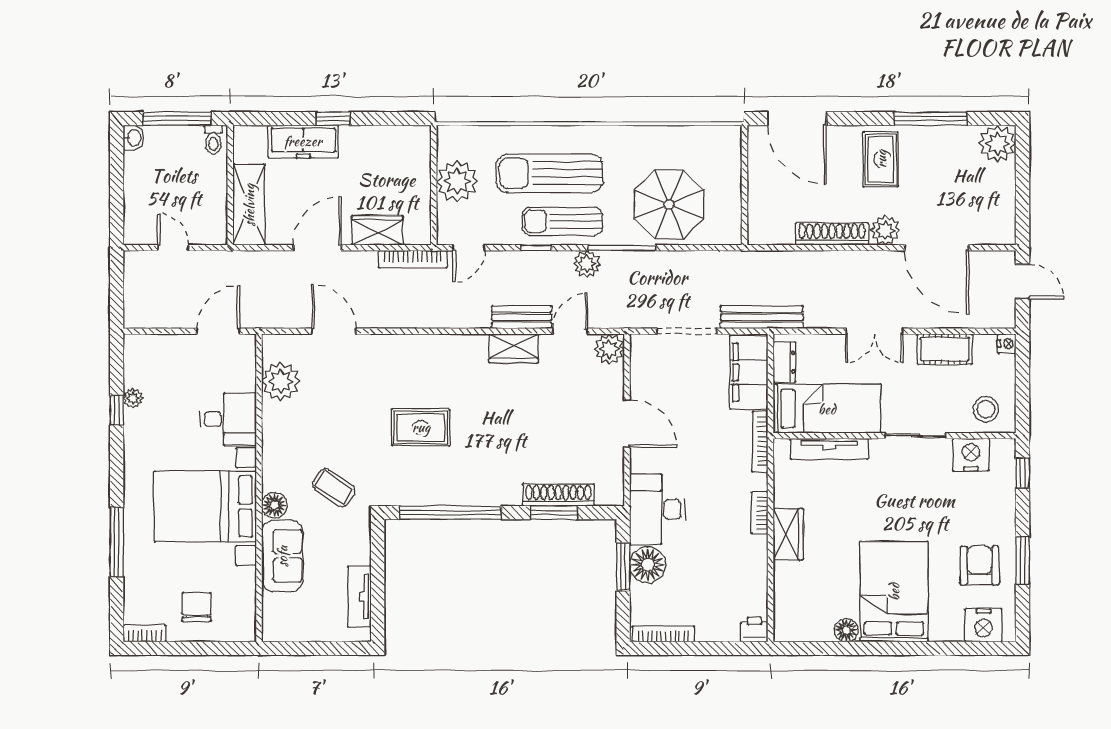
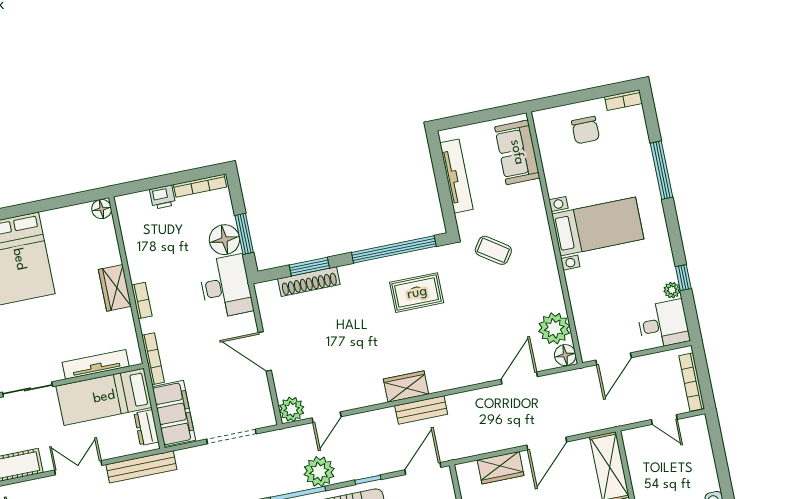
door: (469, 248) -> (423, 469), width x1.38
bookcase: (413, 259) -> (692, 382), moved, turned -90
plant: (587, 264) -> (319, 472), width x1.36, depth x1.36
bench: (522, 317) -> (421, 410), moved
bench: (762, 317) -> (141, 467), moved
door: (334, 331) -> (519, 378), swing flipped
wardrobe: (513, 348) -> (406, 387), moved
desk: (228, 419) -> (663, 324), moved, turned 180
rug: (421, 427) -> (417, 293), moved
floor lamp: (274, 505) -> (565, 355), moved
bed with nightstands: (205, 506) -> (598, 226), width x0.73
sofa: (282, 556) -> (517, 152), moved
tv unit: (359, 597) -> (456, 176), width x1.41
printer: (754, 630) -> (163, 197), moved
floor lamp: (846, 630) -> (102, 209), moved

